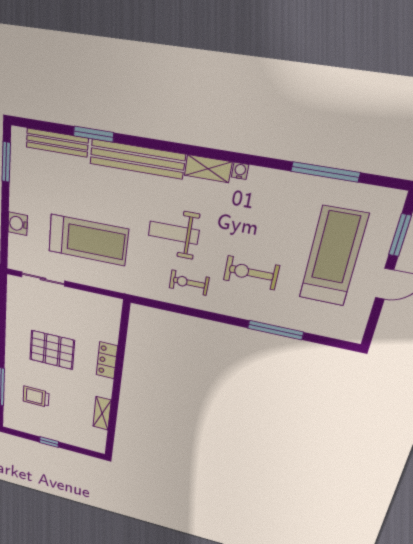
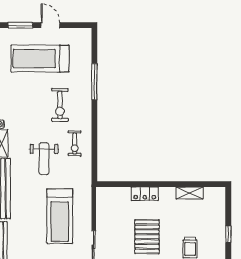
treadmill: (88, 240) -> (60, 216), turned 180

